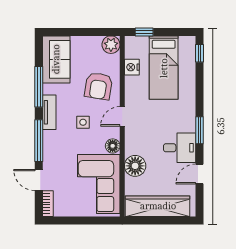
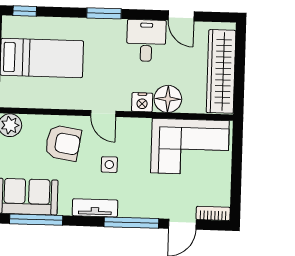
nightstand: (132, 67) -> (142, 102), moved
window: (39, 87) -> (36, 220), moved
window: (199, 130) -> (104, 13), moved
floor lamp: (113, 146) -> (141, 127), removed

